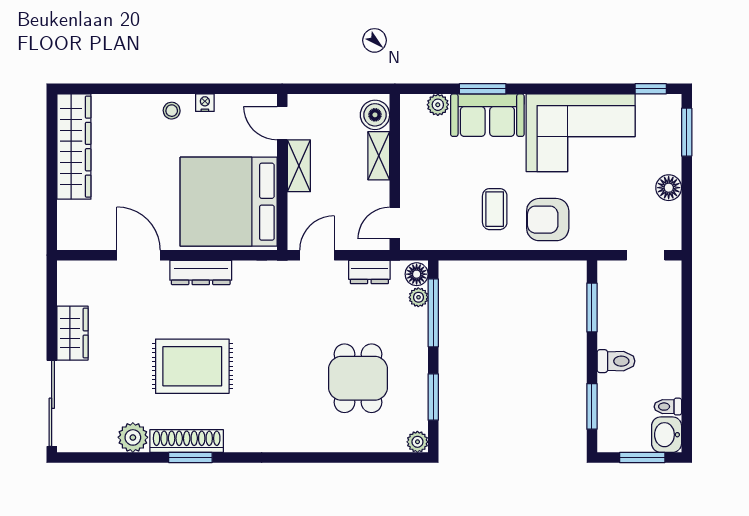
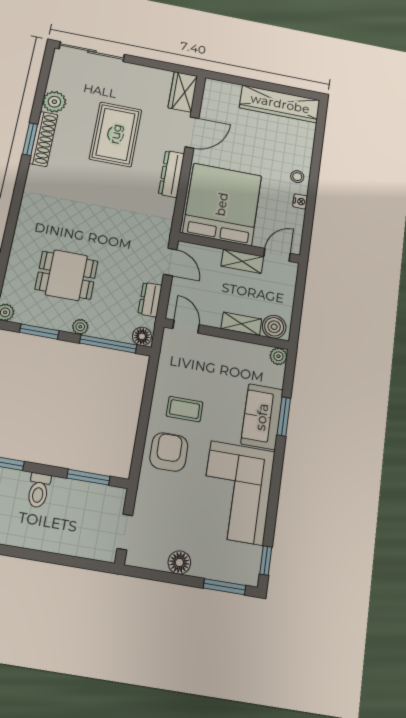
plant: (438, 105) -> (278, 356), moved
plant: (418, 297) -> (80, 327), moved
wardrobe: (72, 333) -> (183, 92), moved, turned 90
rug: (192, 366) -> (116, 134), moved

